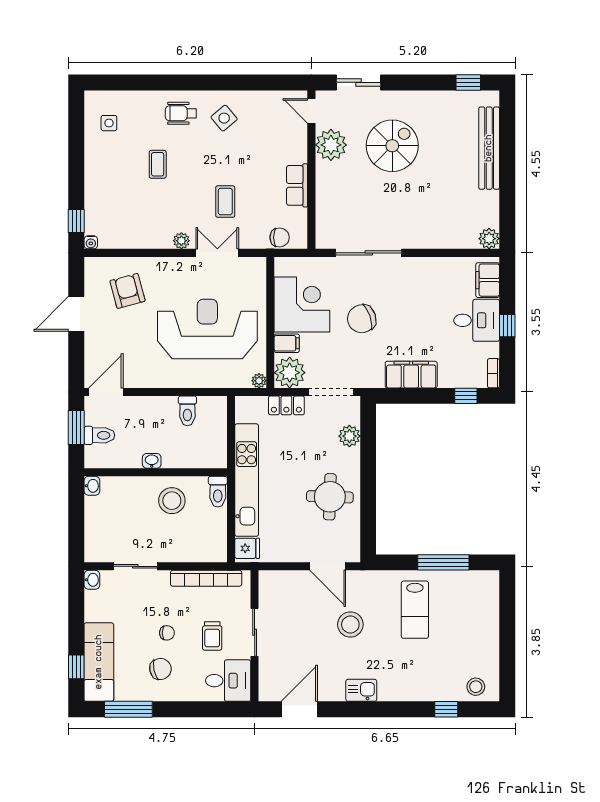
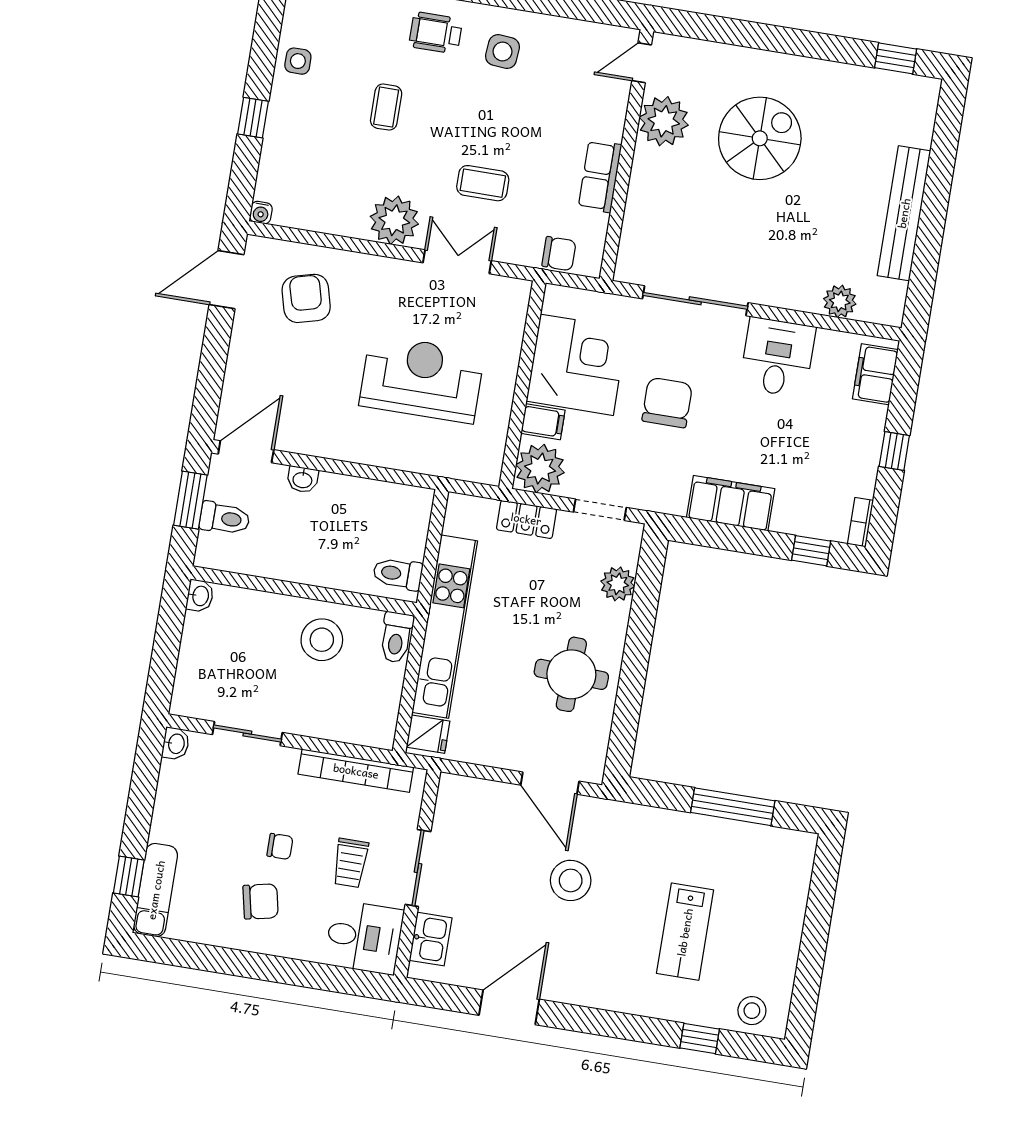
sliding door: (358, 82) -> (723, 30), removed
door: (311, 111) -> (642, 63), hinge flipped
side table: (224, 118) -> (503, 52), turned 45
side table: (109, 123) -> (298, 61), moved
bench: (489, 148) -> (904, 213), moved
coffee table: (225, 202) -> (483, 183), turned 90
window: (76, 221) -> (253, 118), moved
plant: (489, 239) -> (840, 301), moved
plant: (181, 241) -> (394, 220), width x1.87, depth x1.87
door: (76, 314) -> (227, 280), moved
chair: (362, 319) -> (667, 403), turned 109
desk: (477, 320) -> (777, 357), moved, turned -90
reception desk: (207, 329) -> (422, 379), width x0.74, depth x0.77
plant: (259, 381) -> (490, 474), removed
doorway: (331, 392) -> (600, 510), width x0.73
toilet: (187, 411) -> (398, 574), moved, turned 90
washbasin: (152, 461) -> (303, 479), moved, turned 180
lab bench: (415, 610) -> (685, 932), moved
exam couch: (99, 662) -> (156, 890), width x0.73, depth x0.69
kitchen sink: (361, 690) -> (431, 939), moved, turned 90
window: (128, 709) -> (200, 957), removed
door: (299, 709) -> (509, 1007), moved

